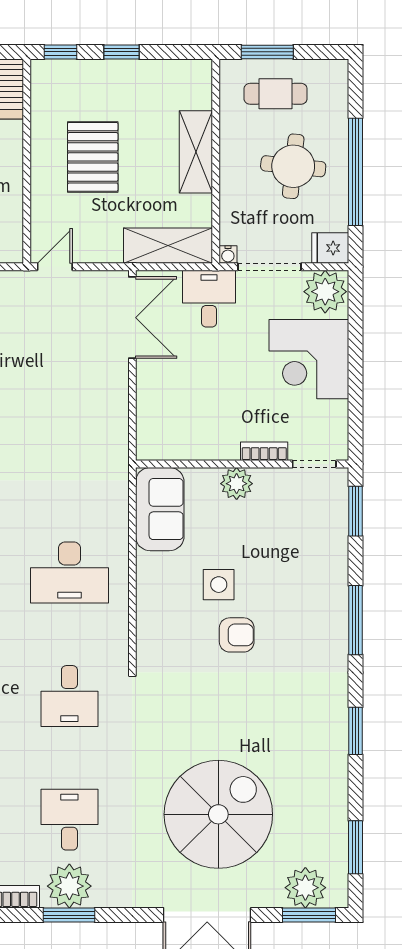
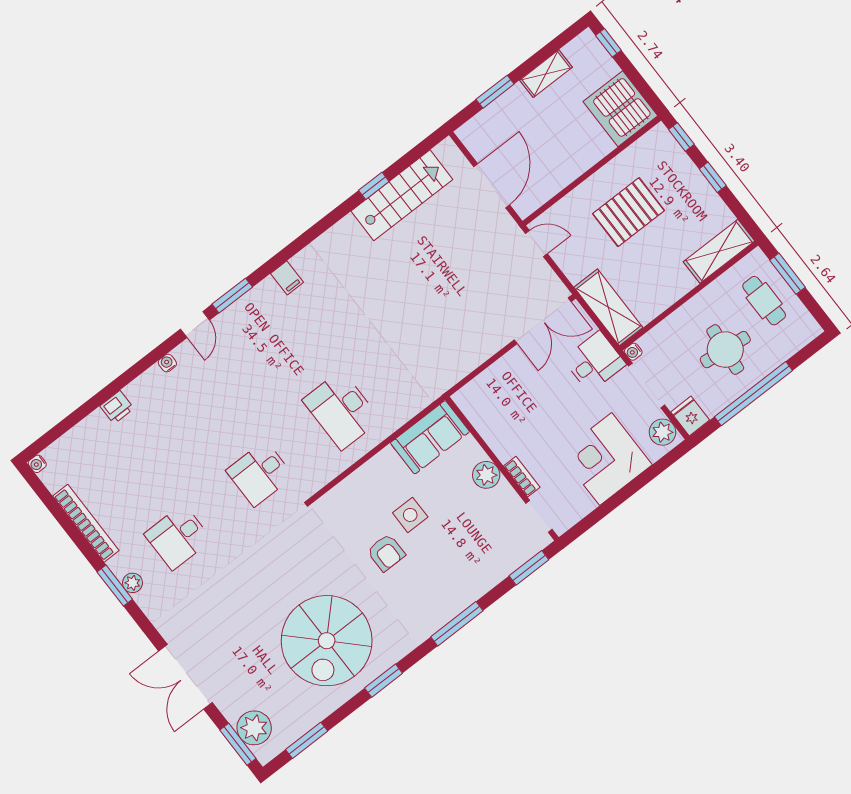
shelving: (196, 152) -> (719, 251), moved
plant: (325, 292) -> (663, 432), width x0.73, depth x0.73
spiral stairs: (218, 814) -> (327, 641), moved, turned 90
desk: (69, 820) -> (178, 537), turned 180
plant: (69, 886) -> (133, 583), width x0.53, depth x0.53

